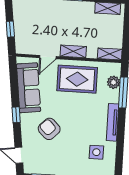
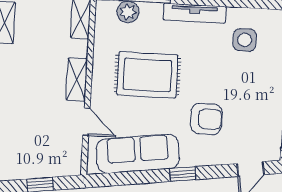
rug: (77, 79) -> (147, 75), moved, turned 90
armchair: (49, 129) -> (206, 119), turned -135

